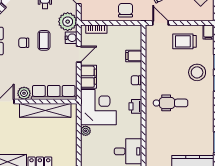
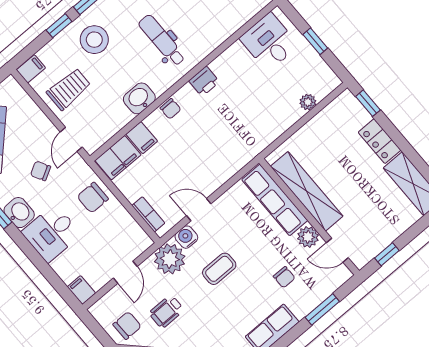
trolley: (184, 41) -> (69, 89), turned -90
chair: (24, 43) -> (284, 277), moved
washbasin: (153, 70) -> (139, 98), added
filing cabinet: (88, 77) -> (118, 158), moved, turned 180
corner desk: (98, 107) -> (245, 127), removed
plant: (86, 131) -> (308, 102), moved

